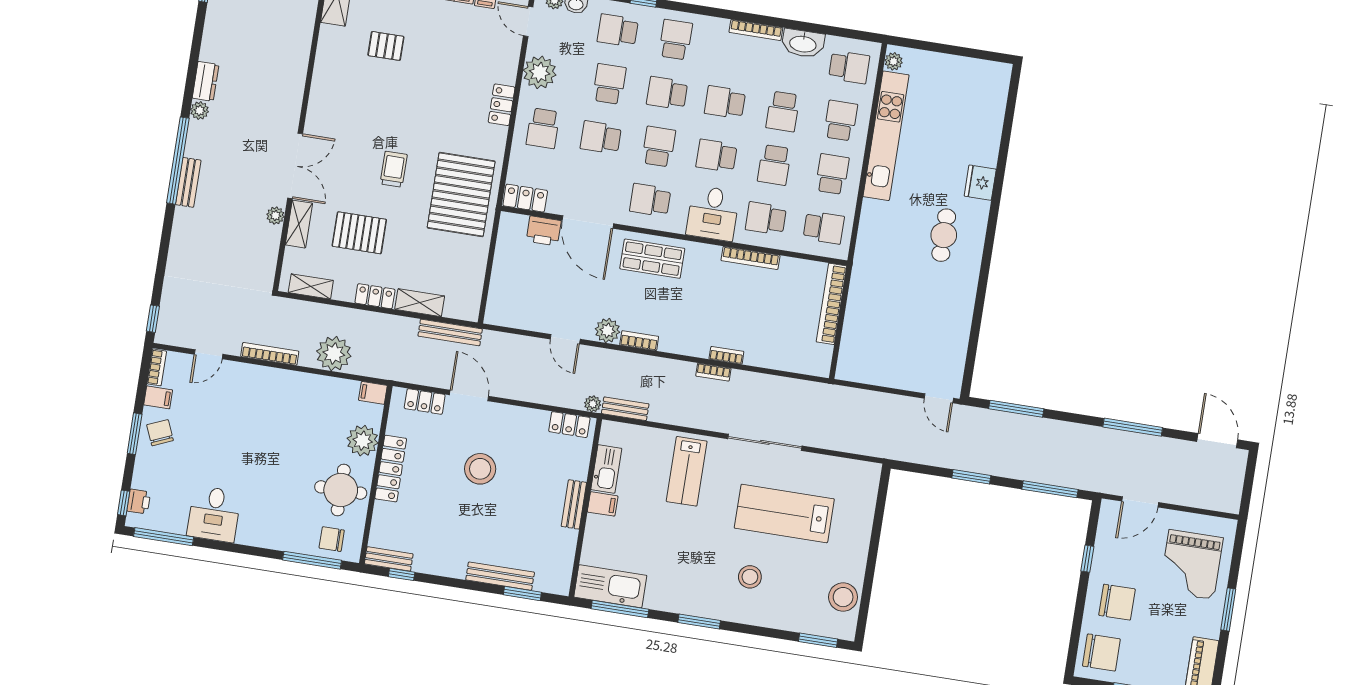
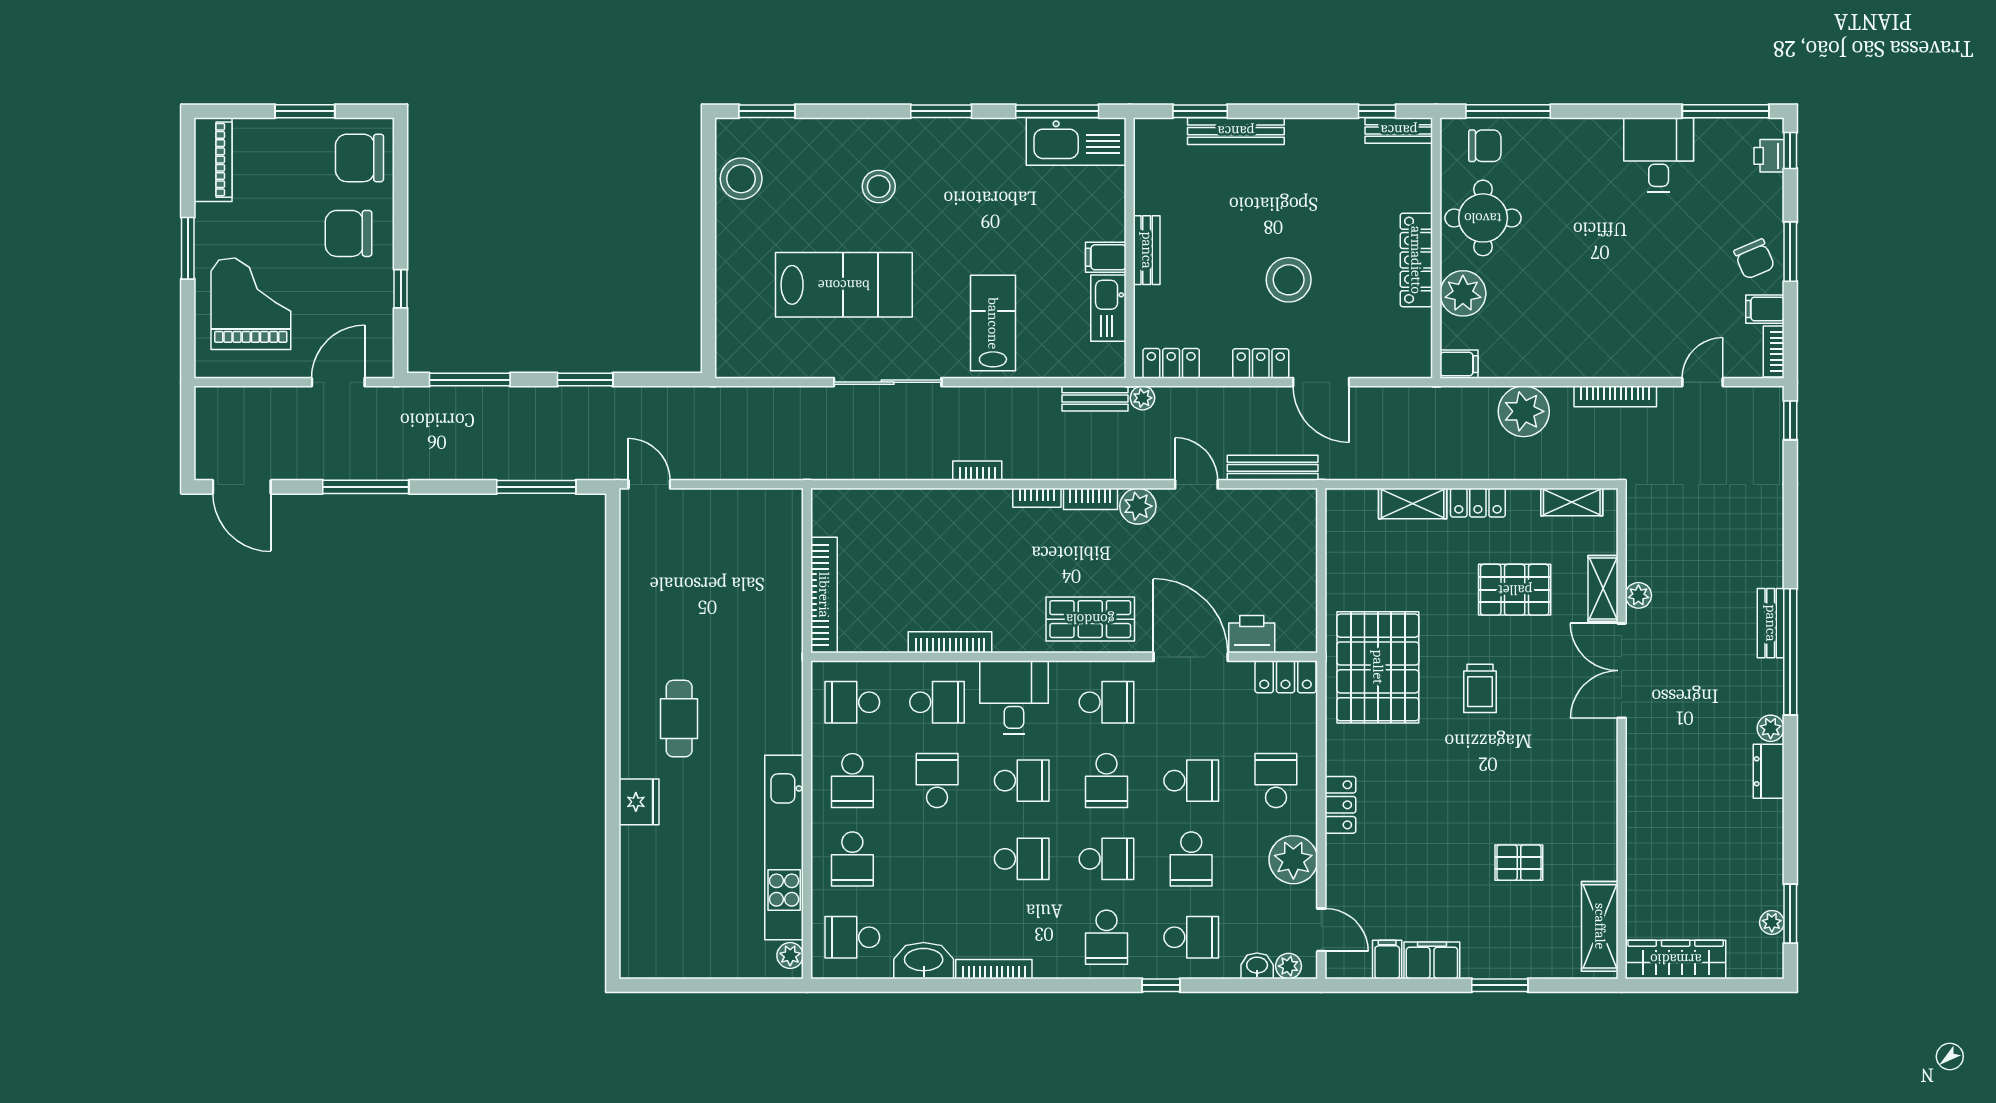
school desk: (783, 111) -> (937, 859), removed
bench: (450, 332) -> (1273, 468), moved
bookcase: (726, 355) -> (1037, 498), moved
locker: (425, 401) -> (1261, 363), moved

